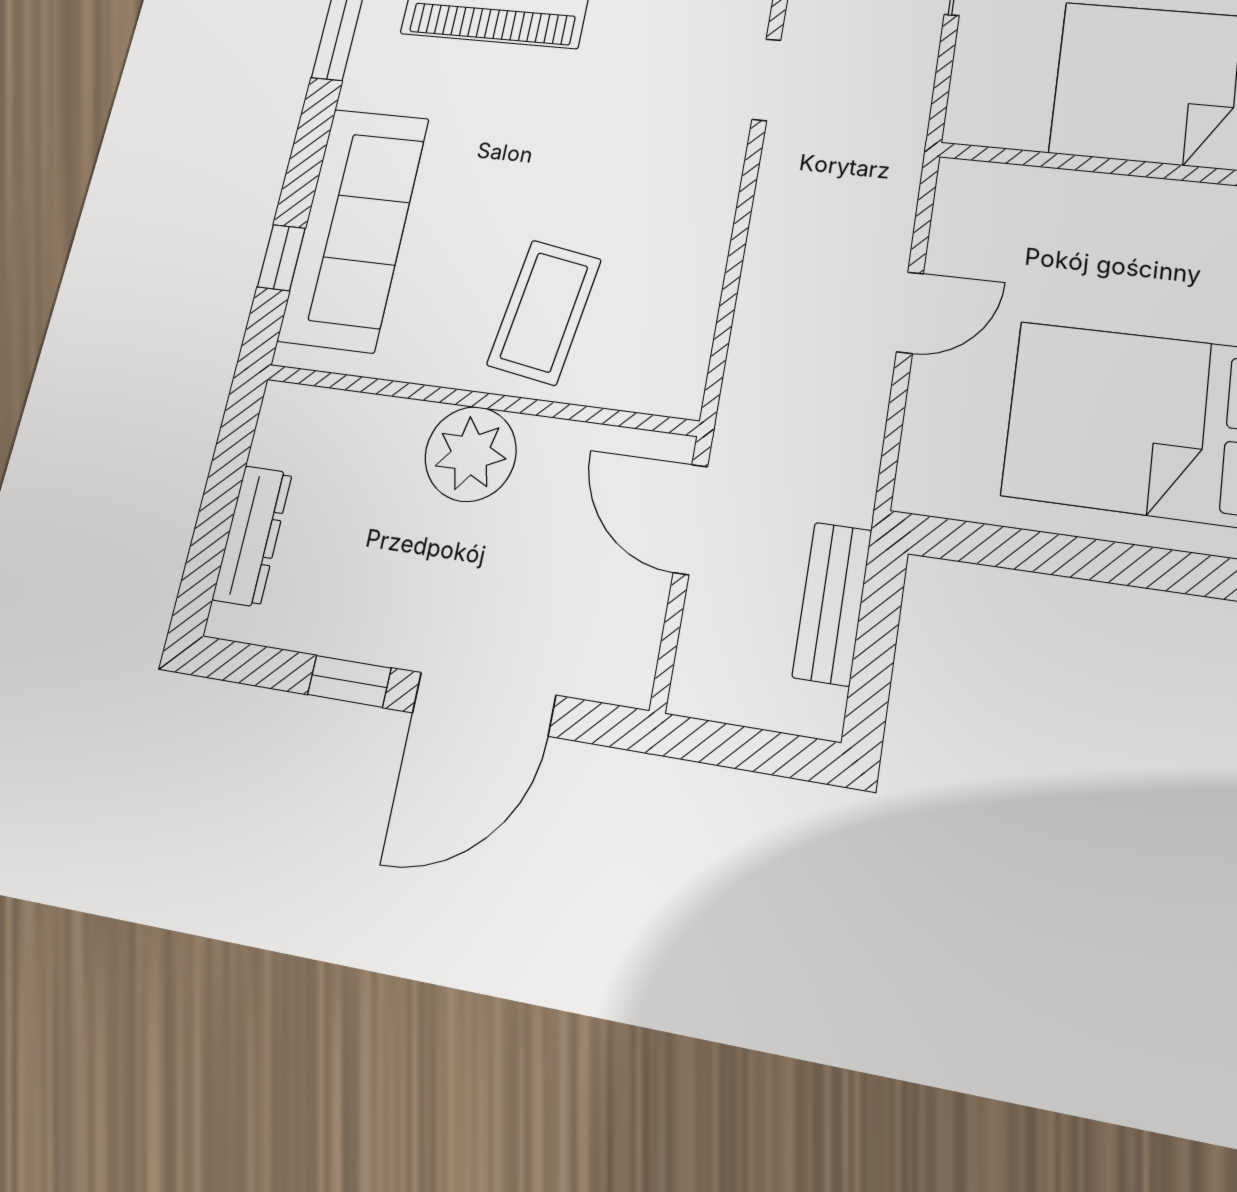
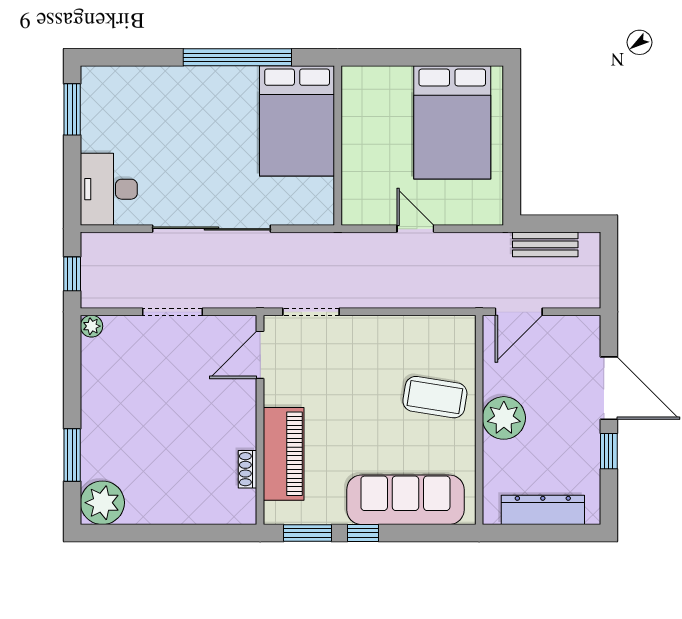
doorway: (766, 80) -> (311, 312), width x1.38
window: (281, 258) -> (363, 533), moved
dresser: (252, 536) -> (543, 510), width x1.37, depth x1.24

